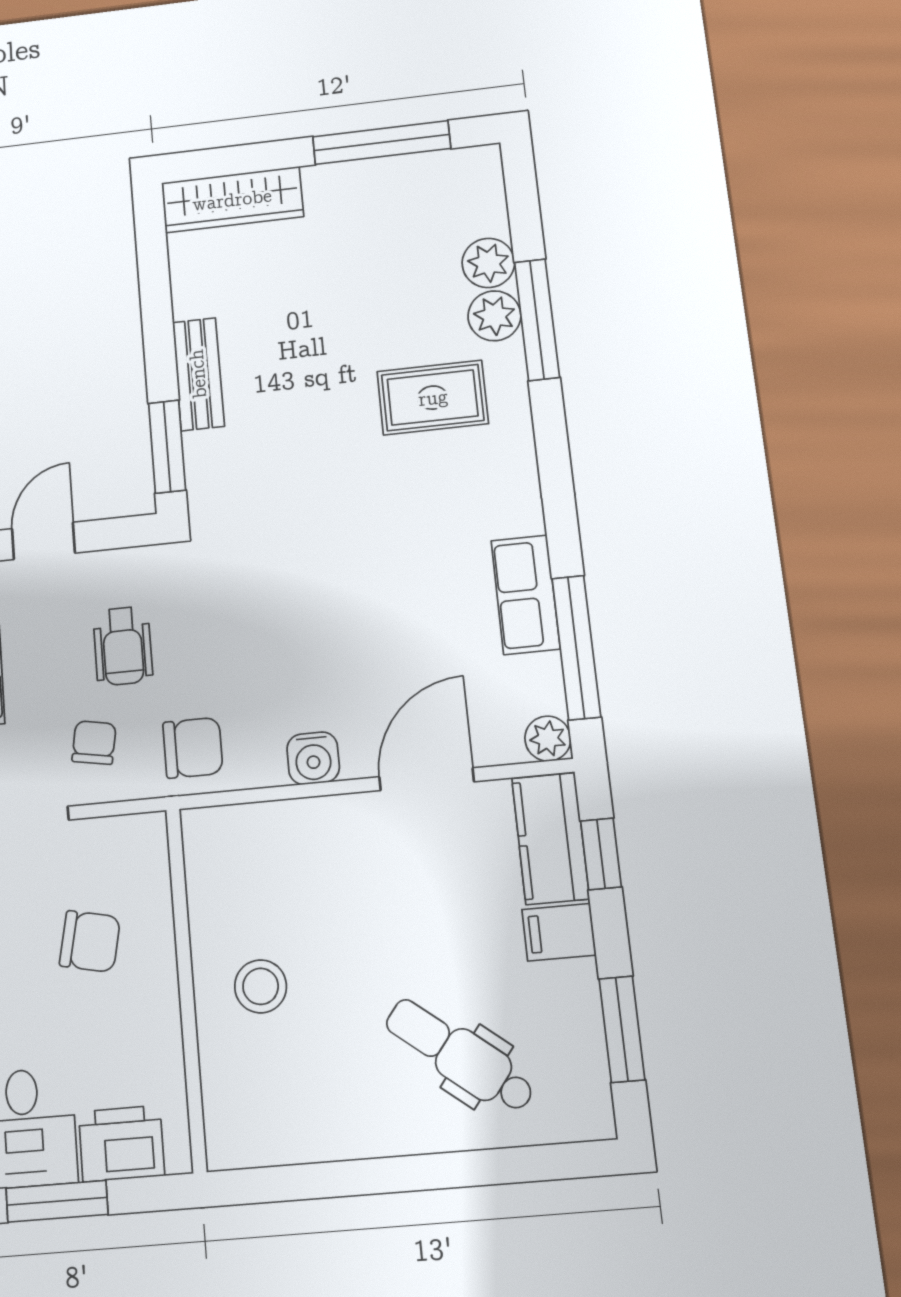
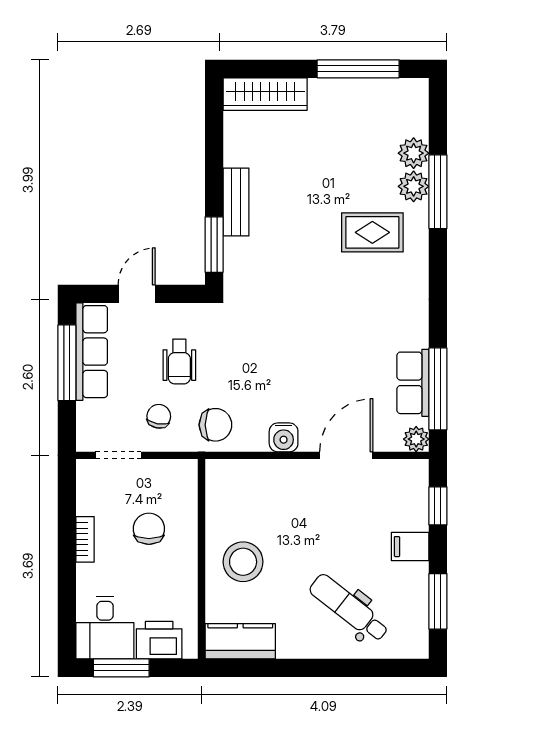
row of seats: (525, 595) -> (413, 383), moved
kitchen counter: (550, 838) -> (240, 641), moved, turned 90
chair: (90, 941) -> (149, 529), turned -102
stool: (261, 986) -> (243, 562), width x1.38, depth x1.38

